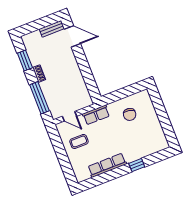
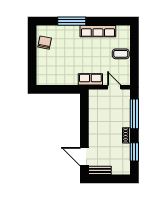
chair: (130, 114) -> (45, 43), moved
coffee table: (79, 141) -> (121, 54), moved
window: (137, 165) -> (72, 21), width x2.17

